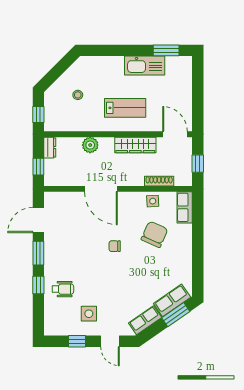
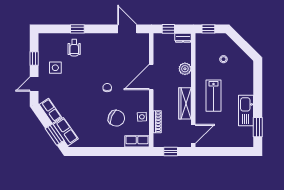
window: (38, 253) -> (102, 29), removed

